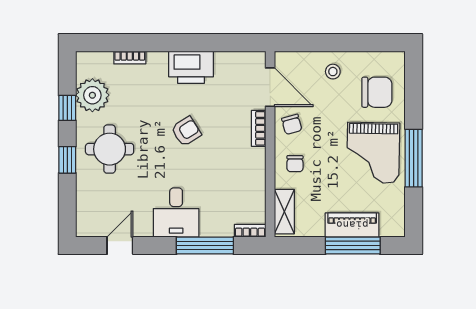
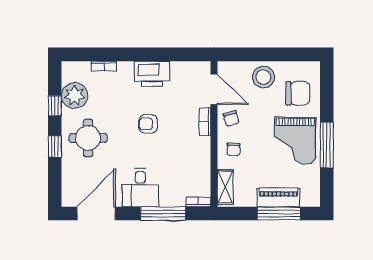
stool: (333, 72) -> (263, 77), width x1.89, depth x1.89
armchair: (186, 131) -> (148, 124), turned -148
door: (120, 245) -> (96, 214), width x1.87

